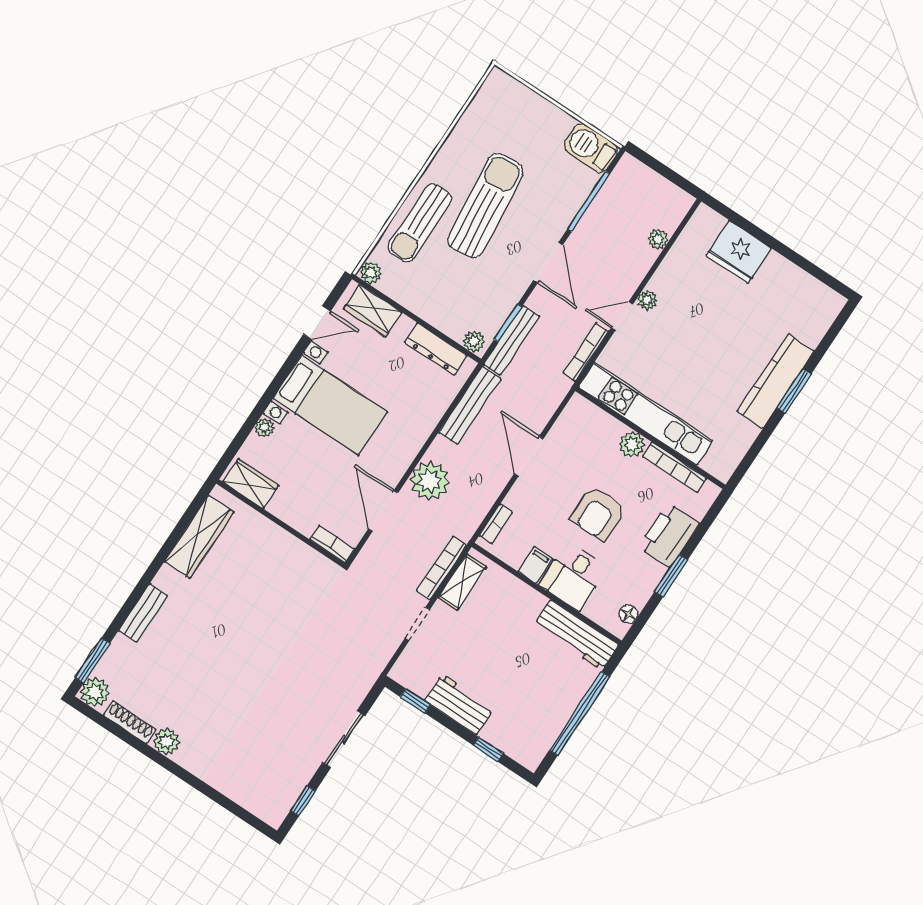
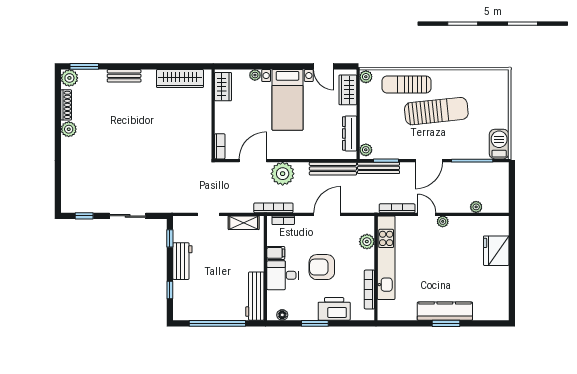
plant: (632, 444) -> (367, 242), moved
bookcase: (442, 568) -> (273, 208), moved

